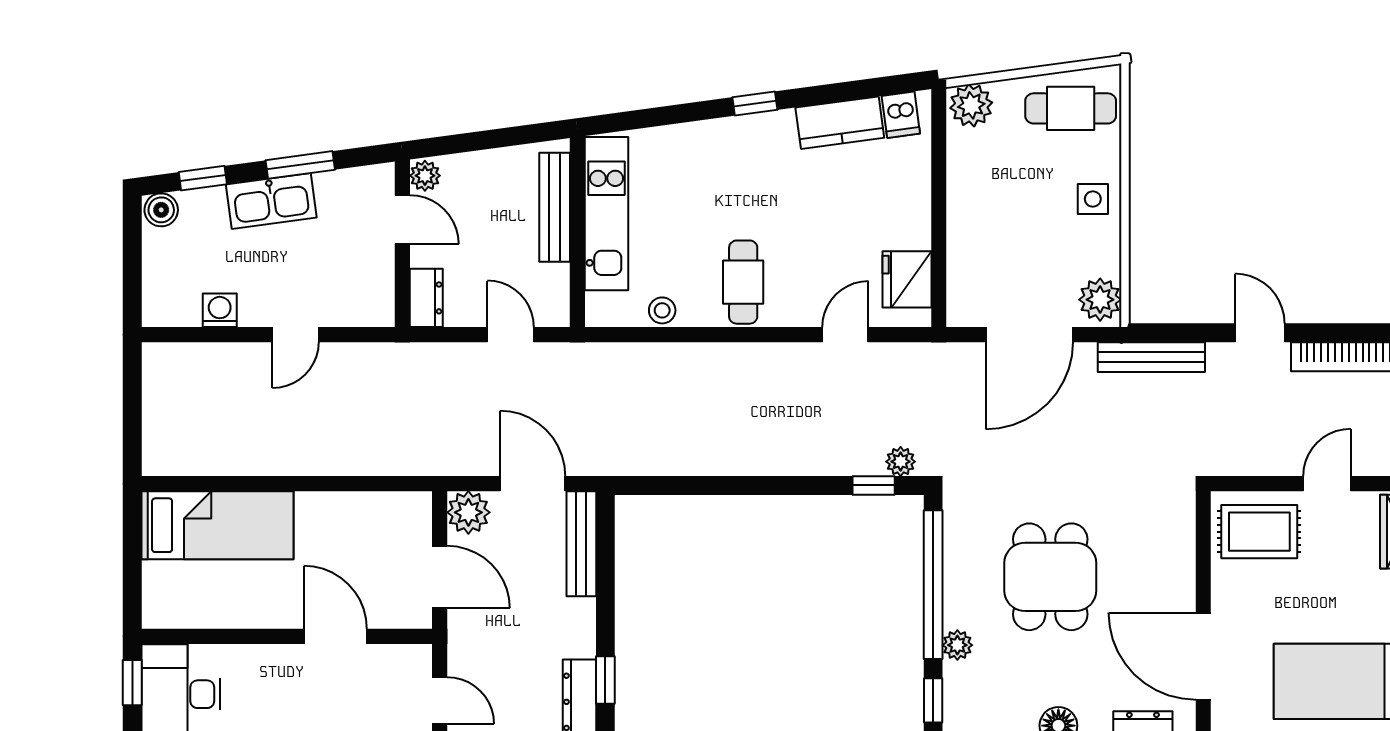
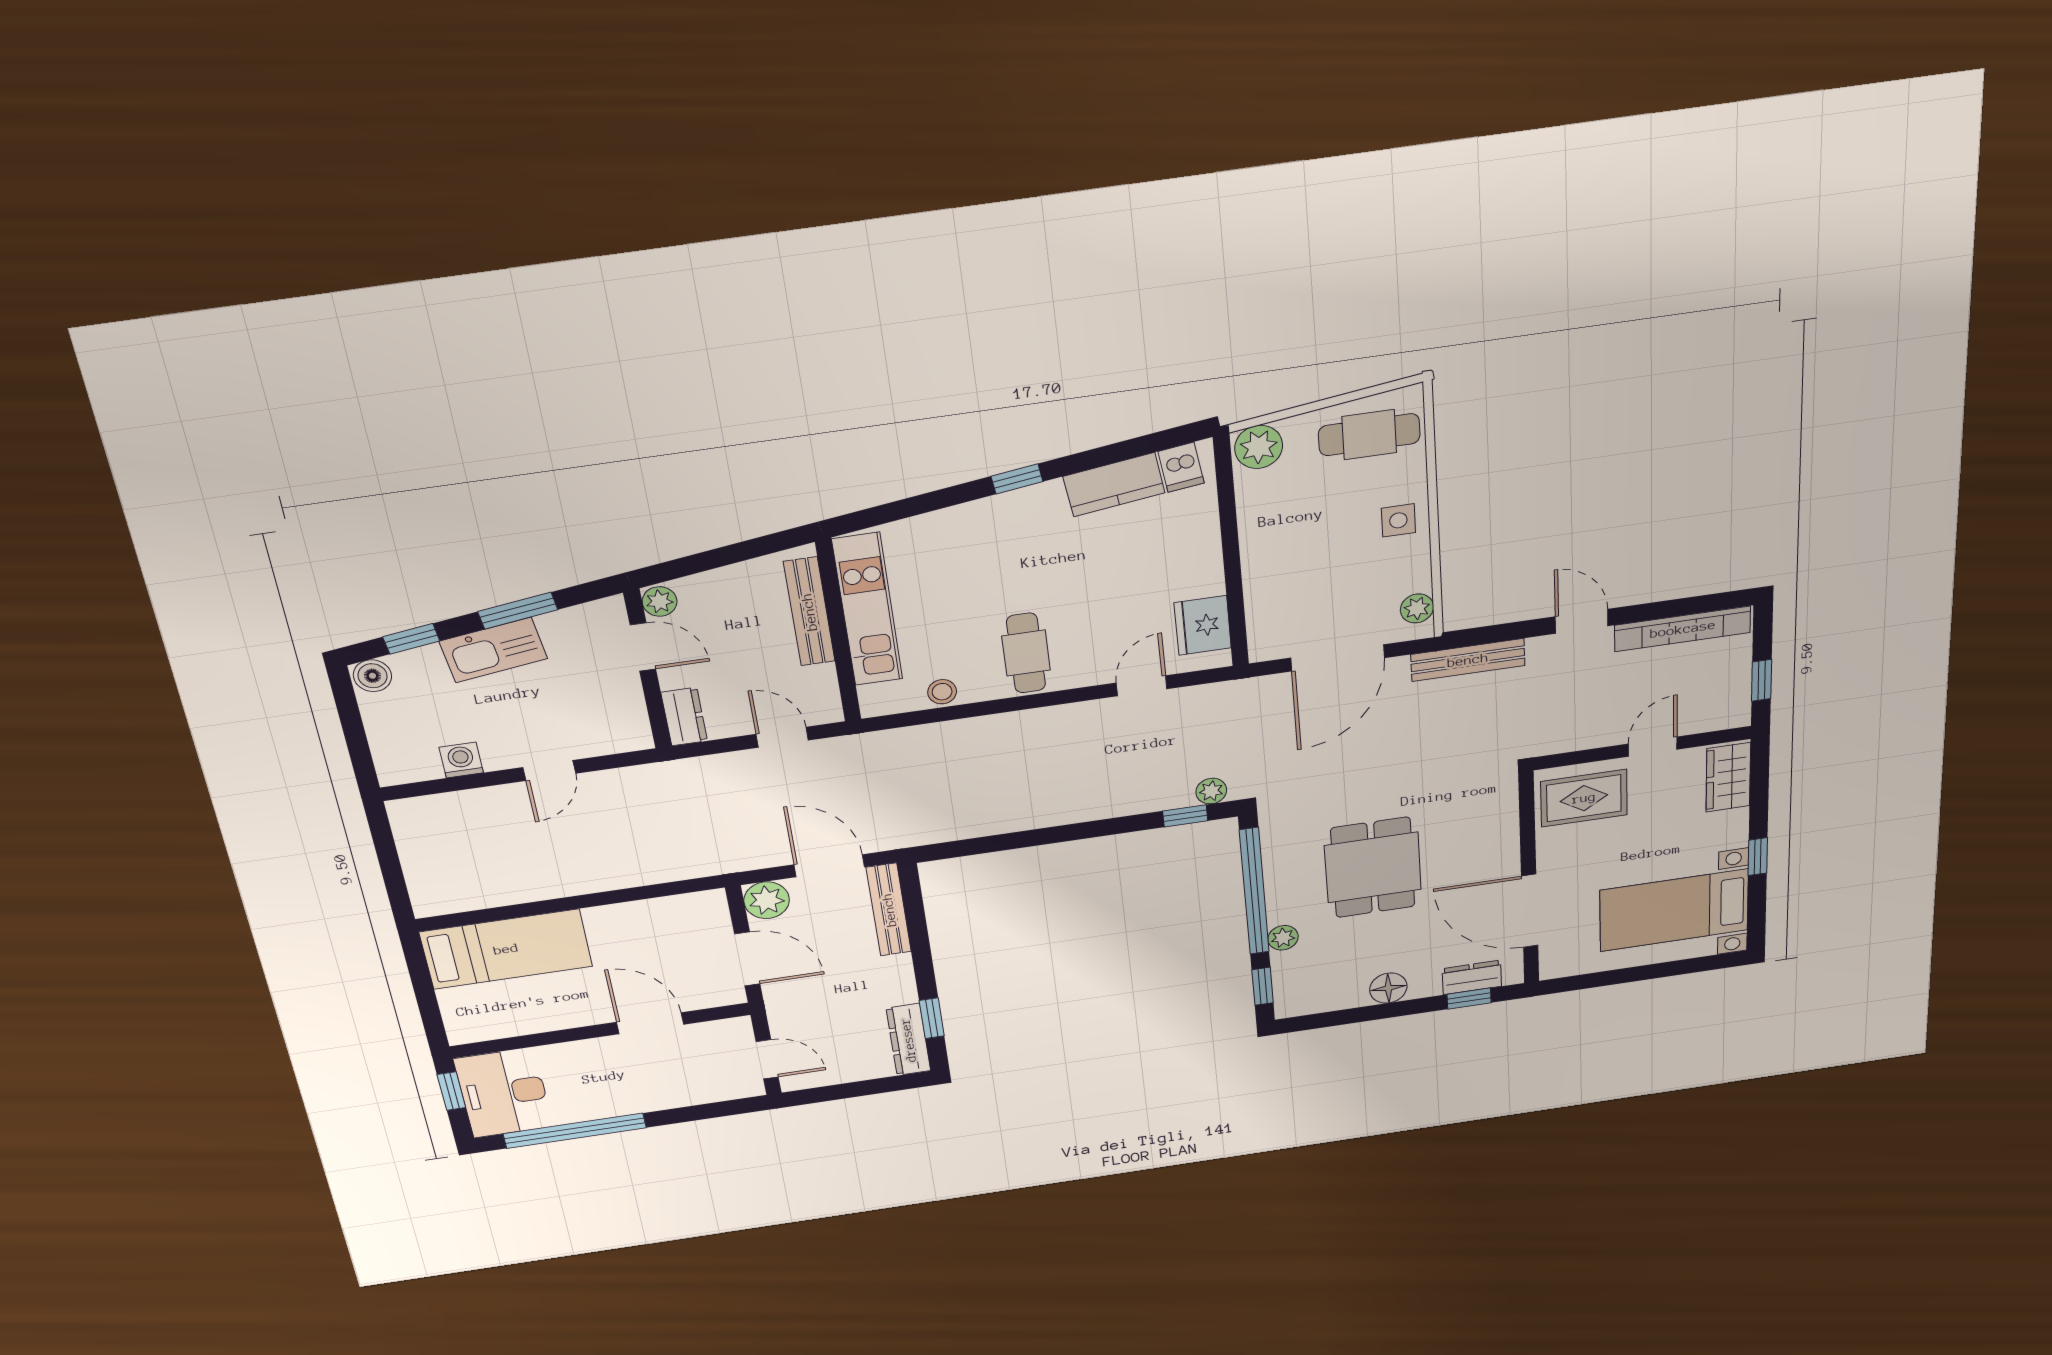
plant: (1100, 300) -> (1417, 608), width x0.73, depth x0.73

